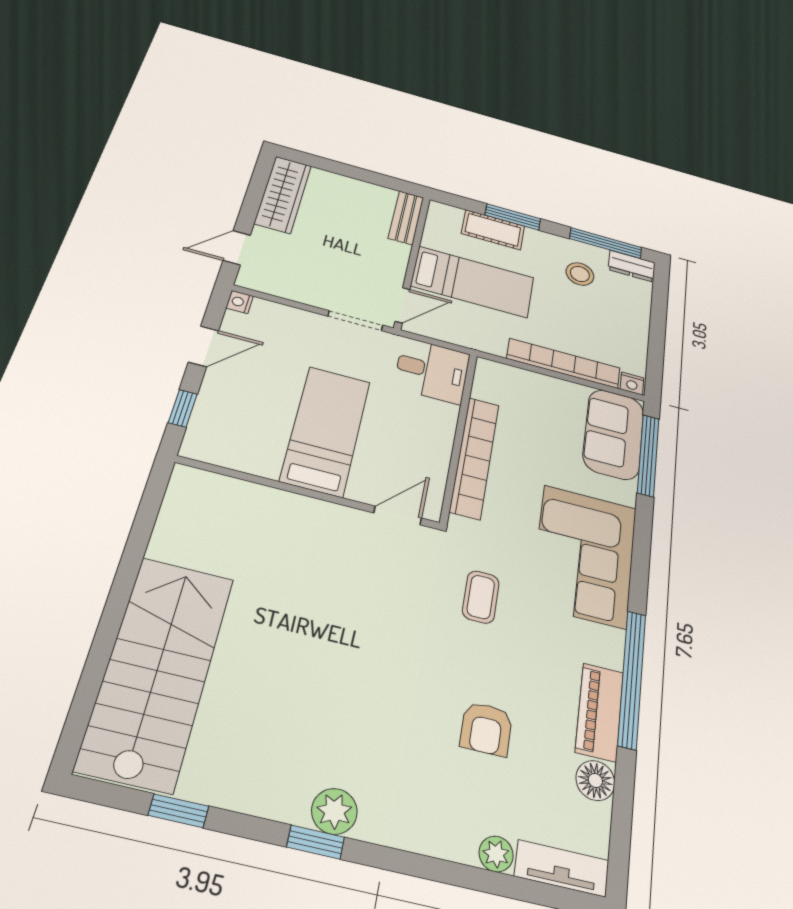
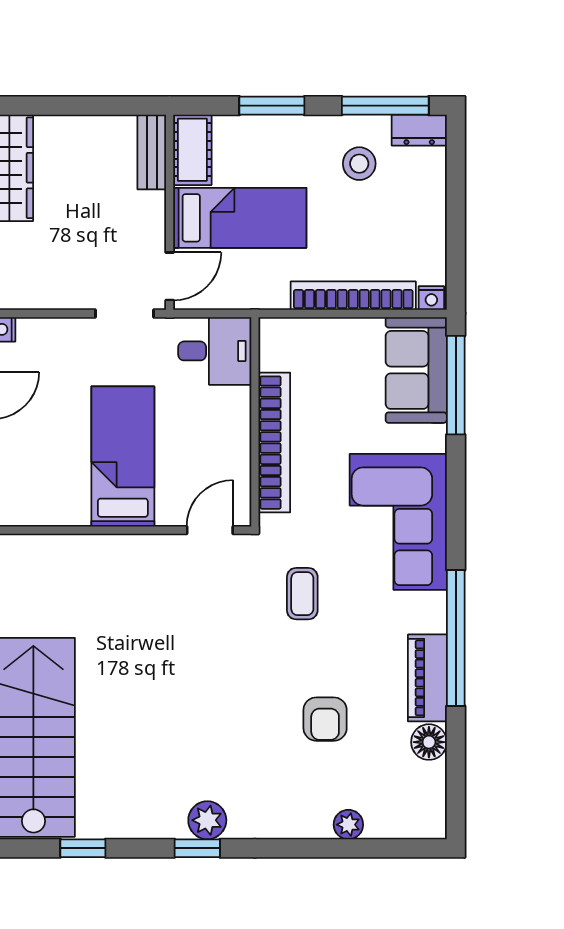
cot: (493, 230) -> (192, 150), moved, turned 90
tv unit: (562, 868) -> (406, 824), removed

